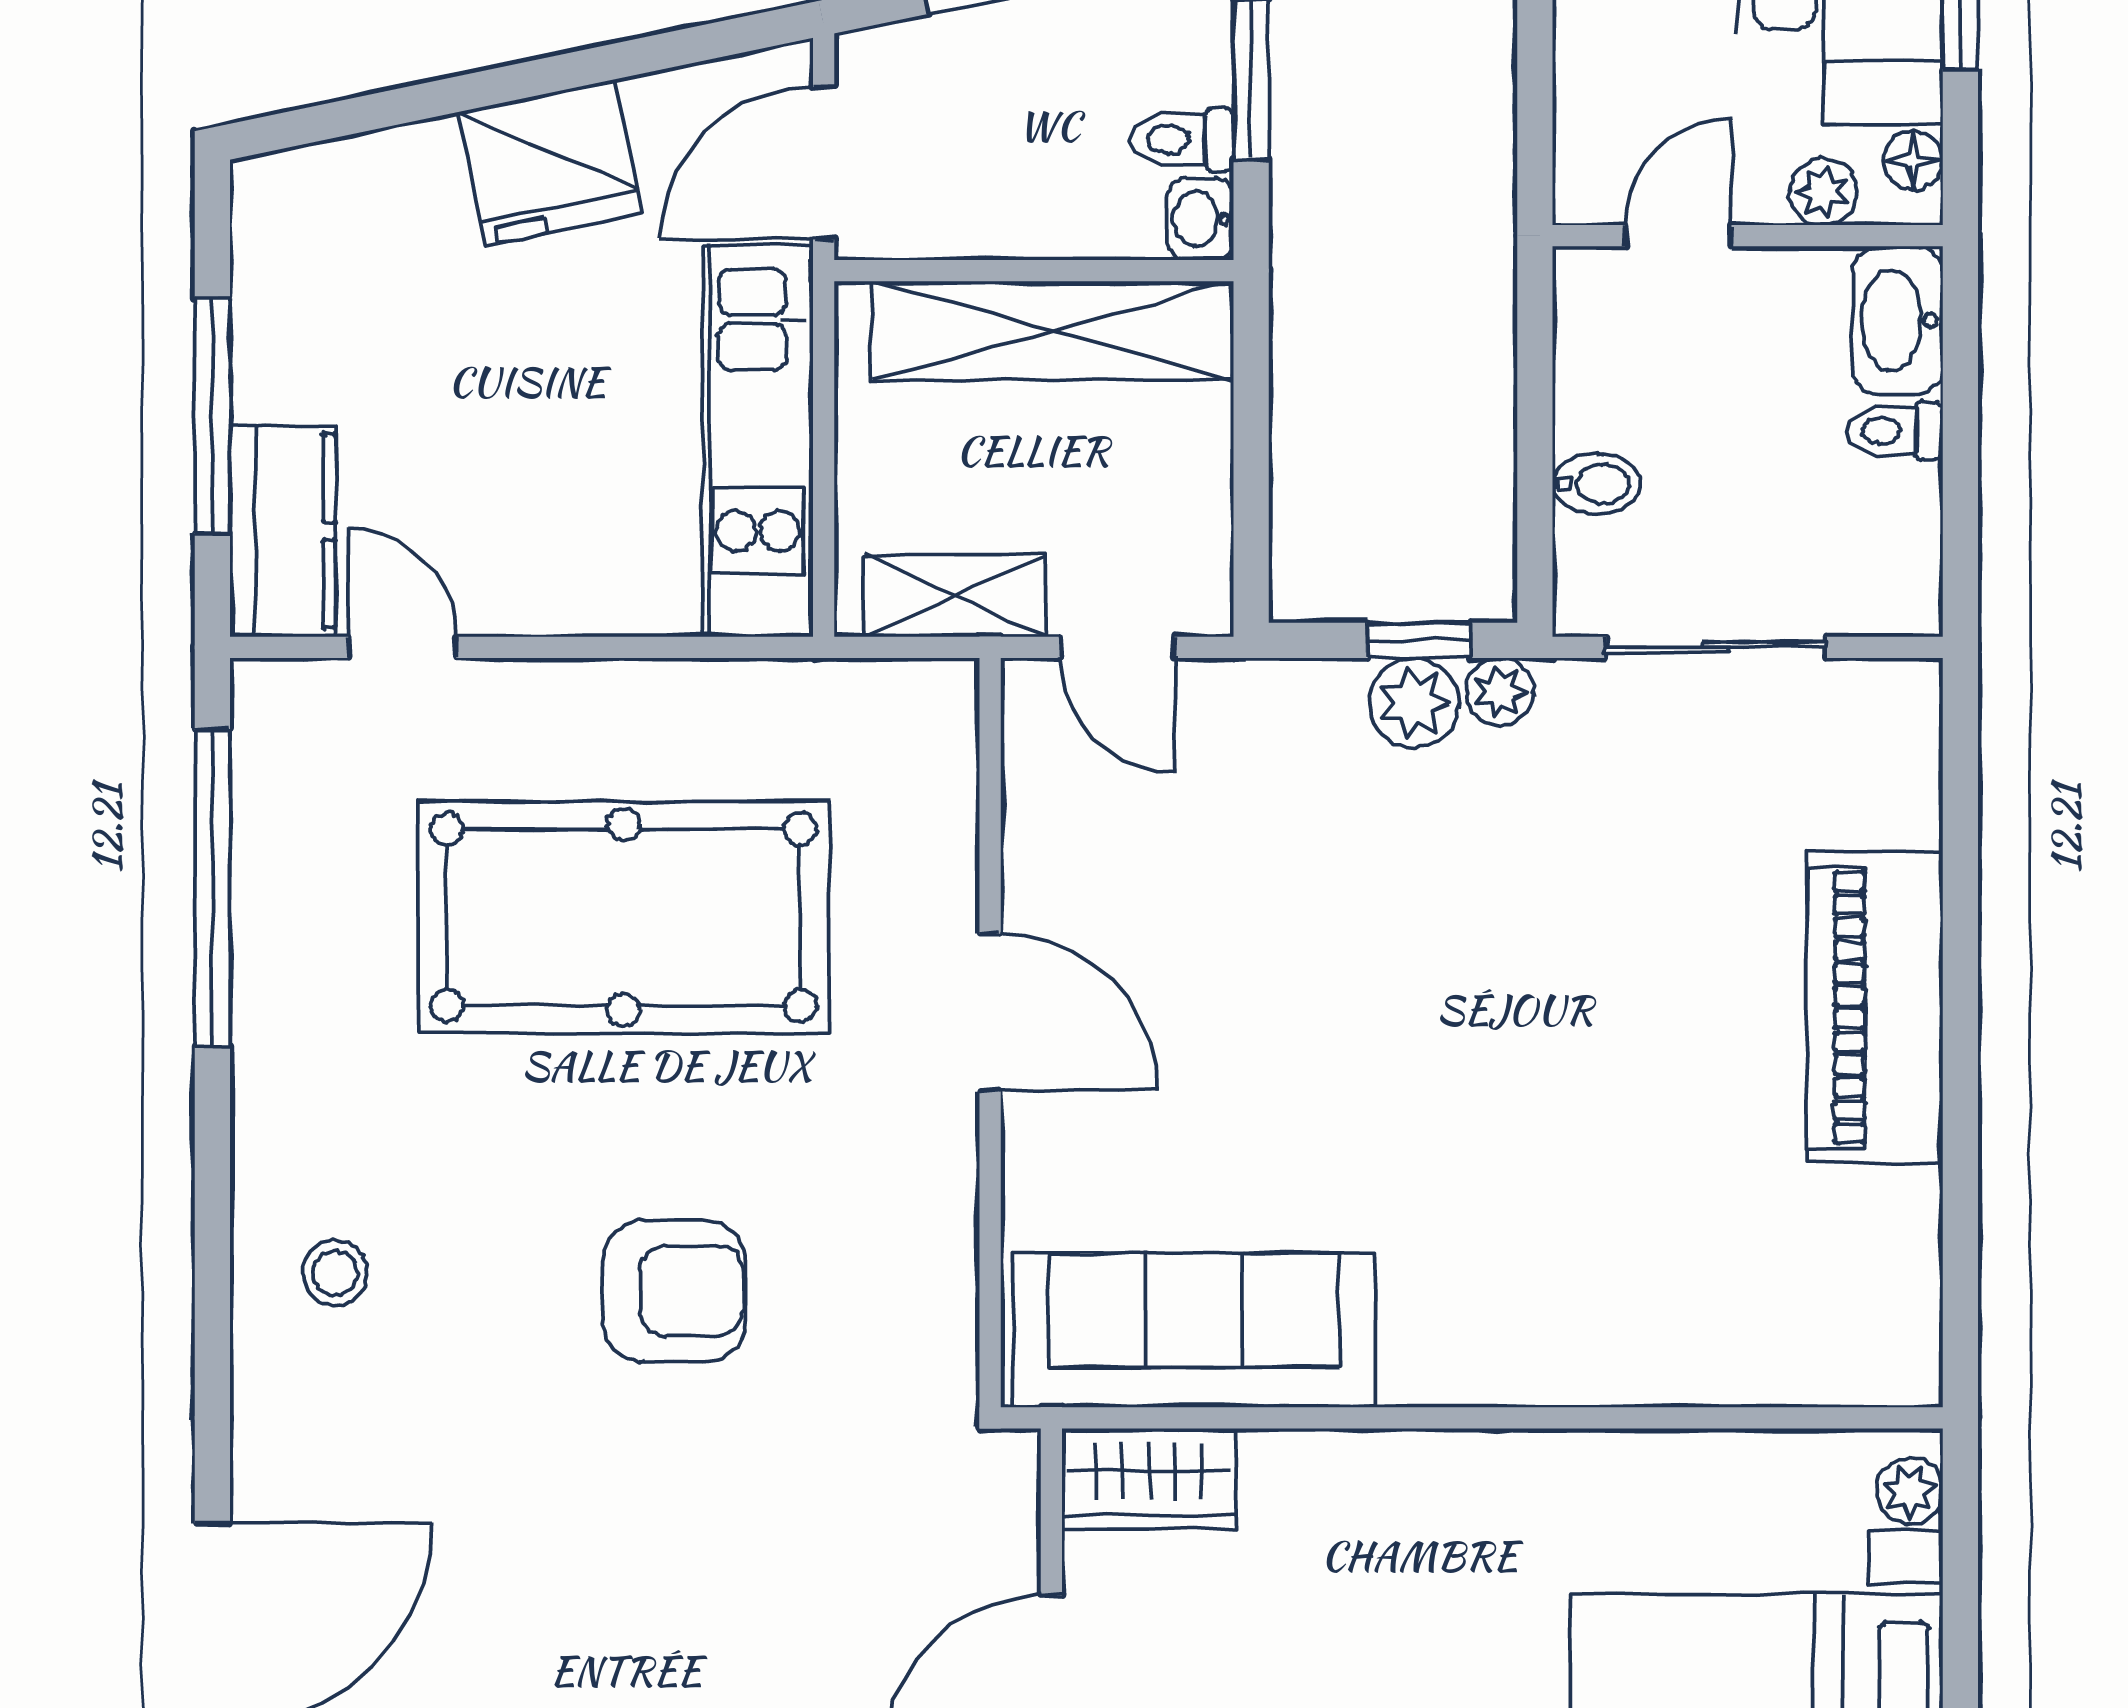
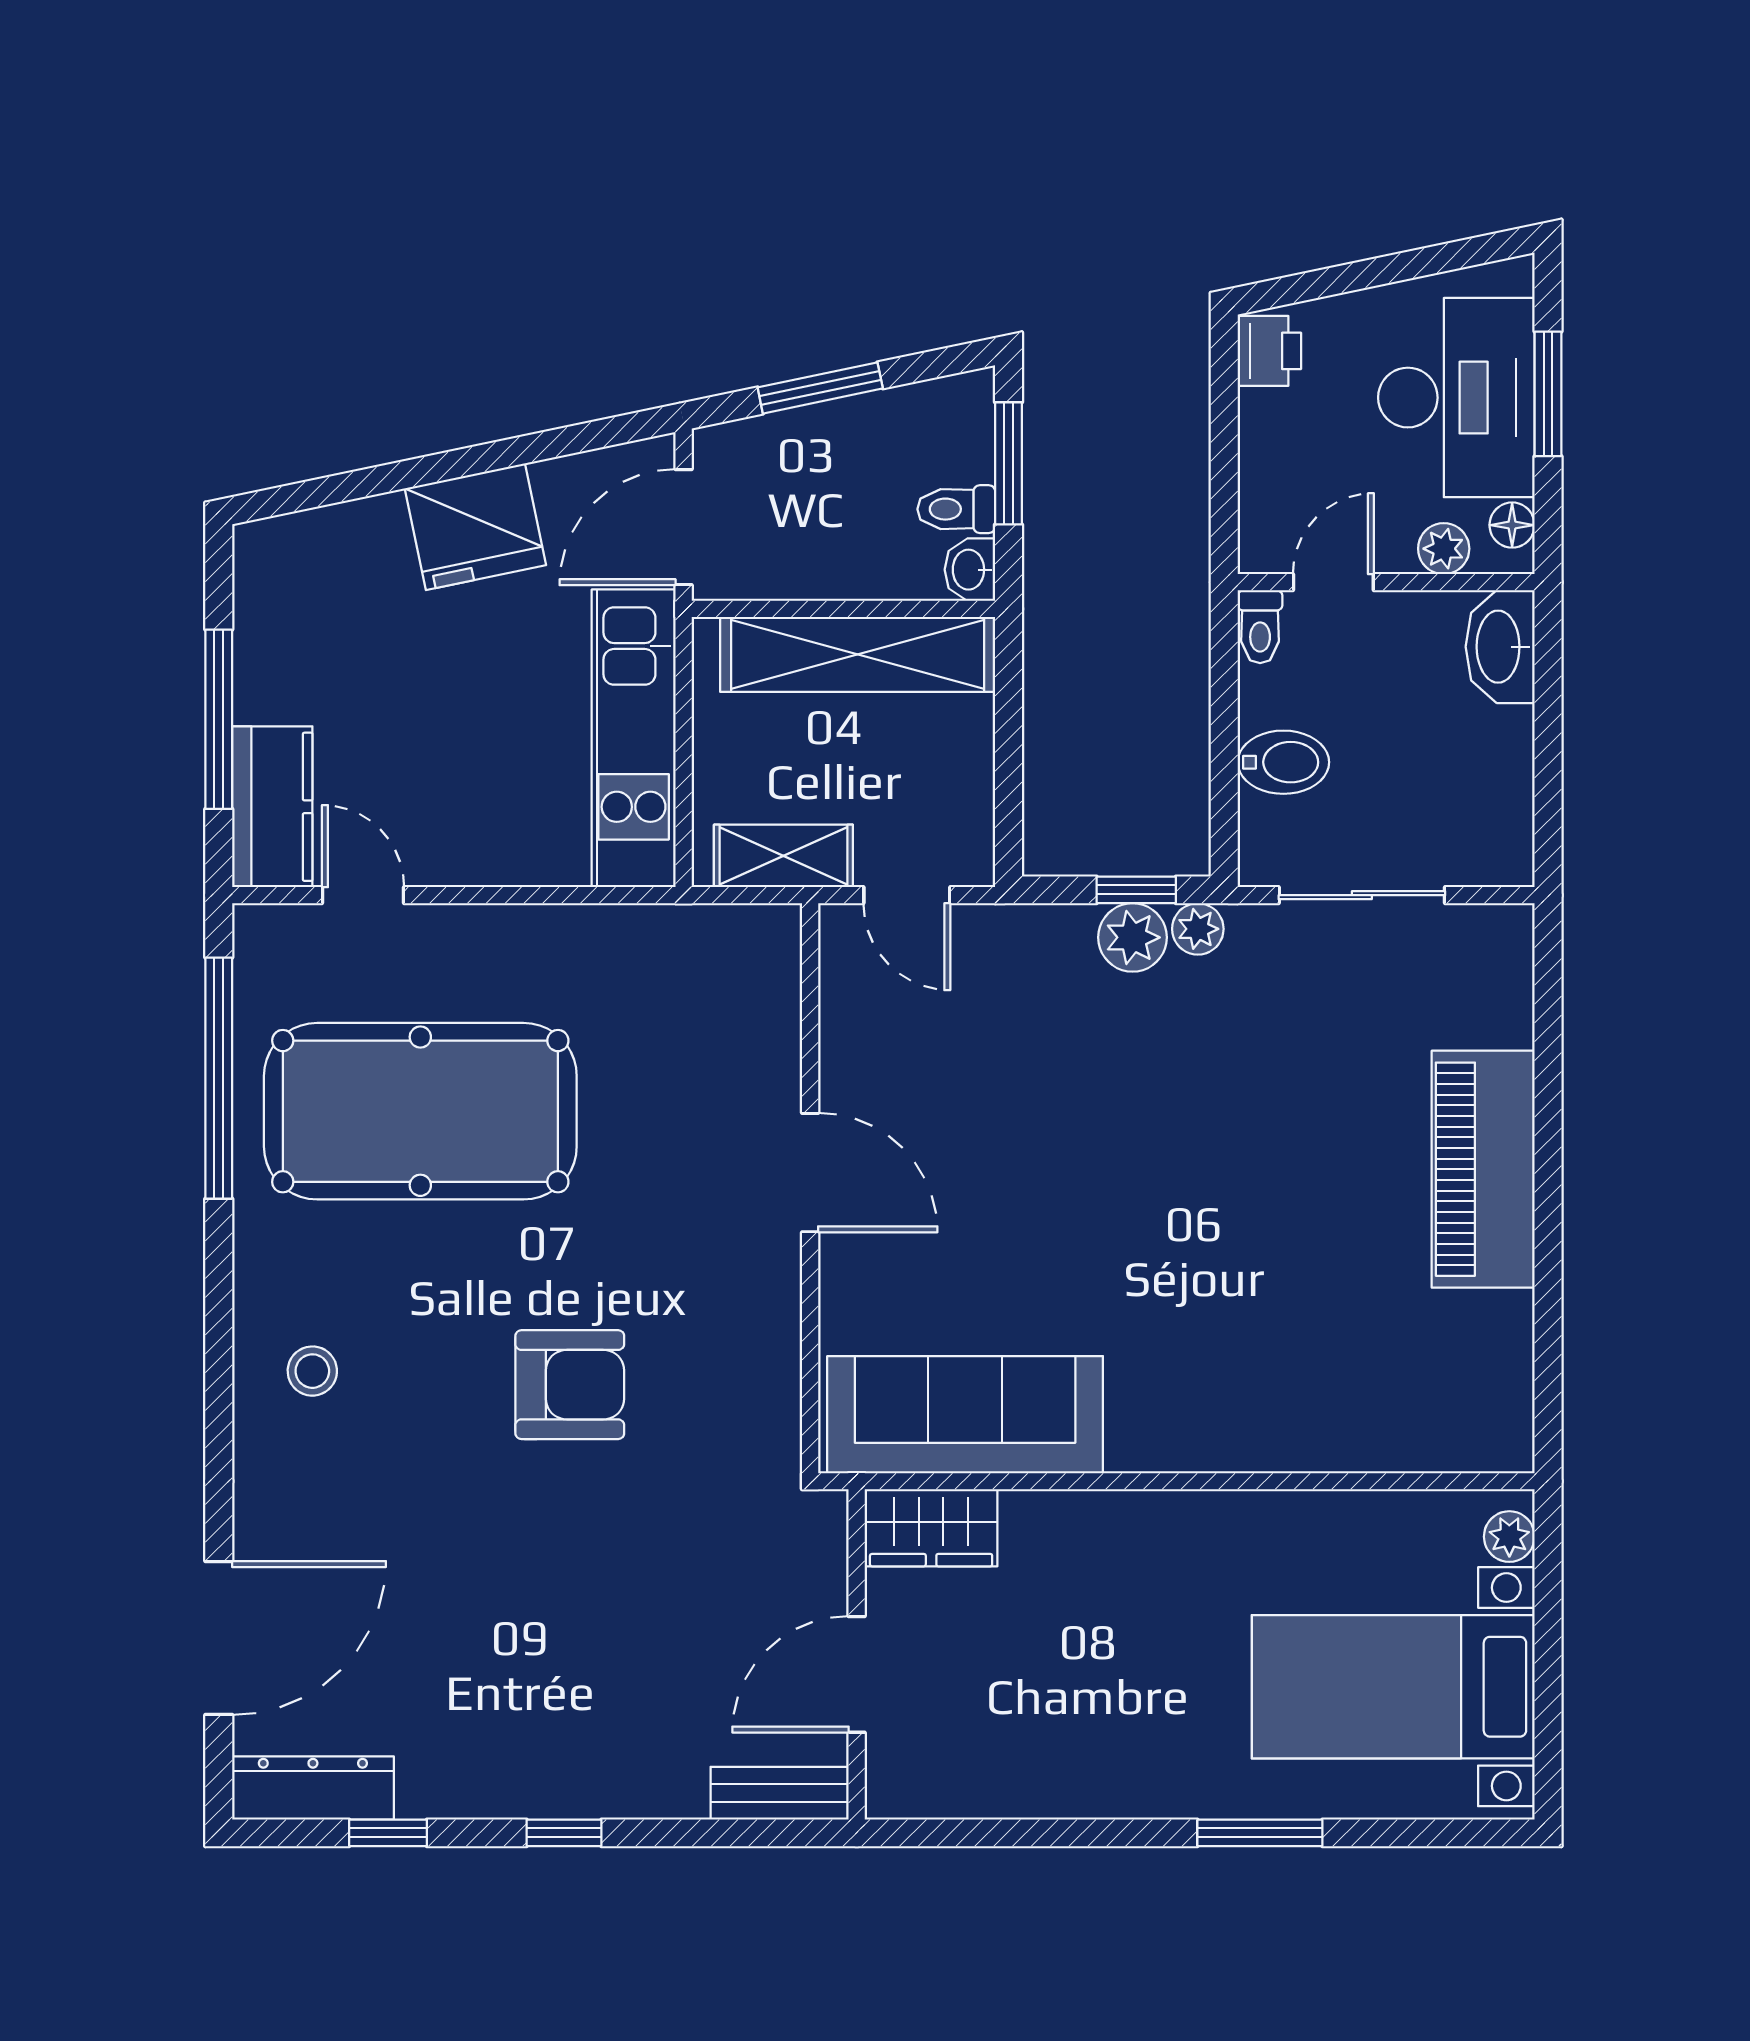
toilet: (1895, 431) -> (1260, 627), moved, turned -90
bidet: (1597, 484) -> (1283, 762), width x1.38, depth x1.36
pool table: (623, 917) -> (420, 1111), moved

